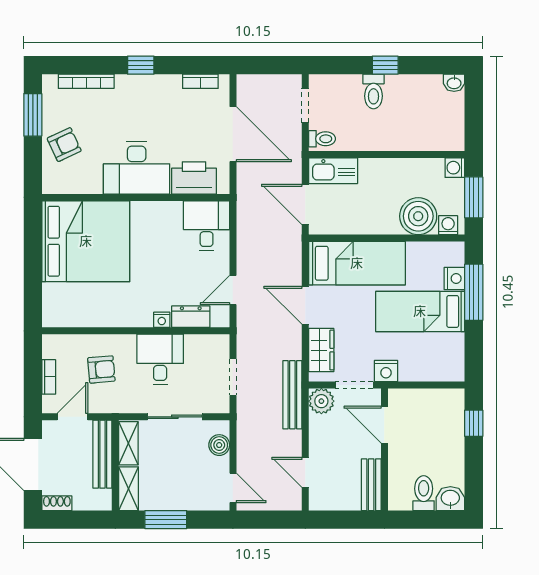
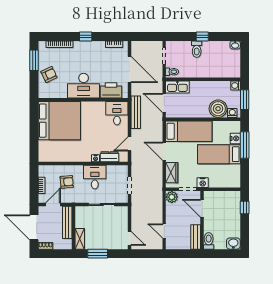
bench: (292, 395) -> (136, 112), moved
shelving: (128, 443) -> (80, 217), removed
boiler: (219, 445) -> (123, 218), removed
toilet: (424, 493) -> (209, 241), moved

